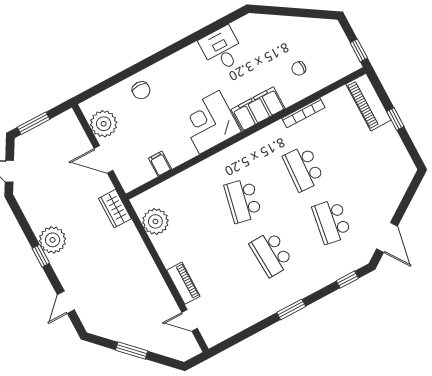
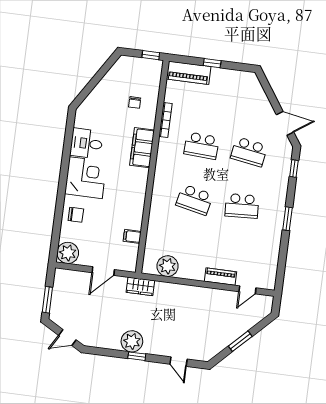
corner desk: (209, 122) -> (86, 178), moved, turned 180
plant: (104, 124) -> (68, 253), moved

